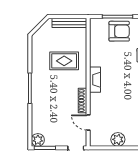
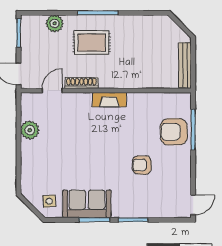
armchair: (119, 31) -> (174, 132), turned 90
rug: (64, 61) -> (92, 43), moved, turned 90
plant: (38, 140) -> (55, 23), moved

